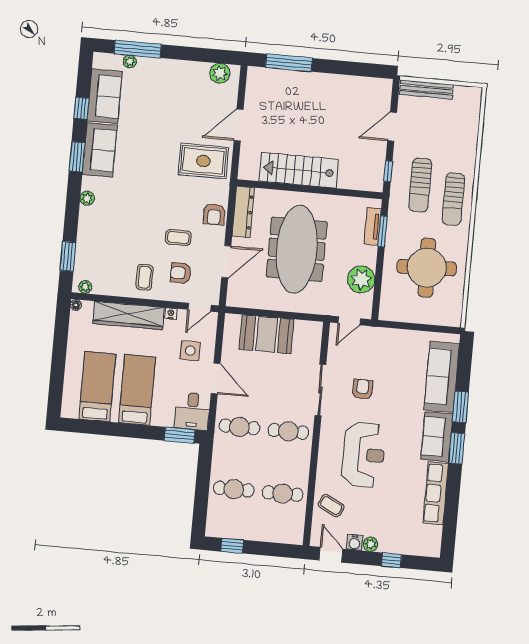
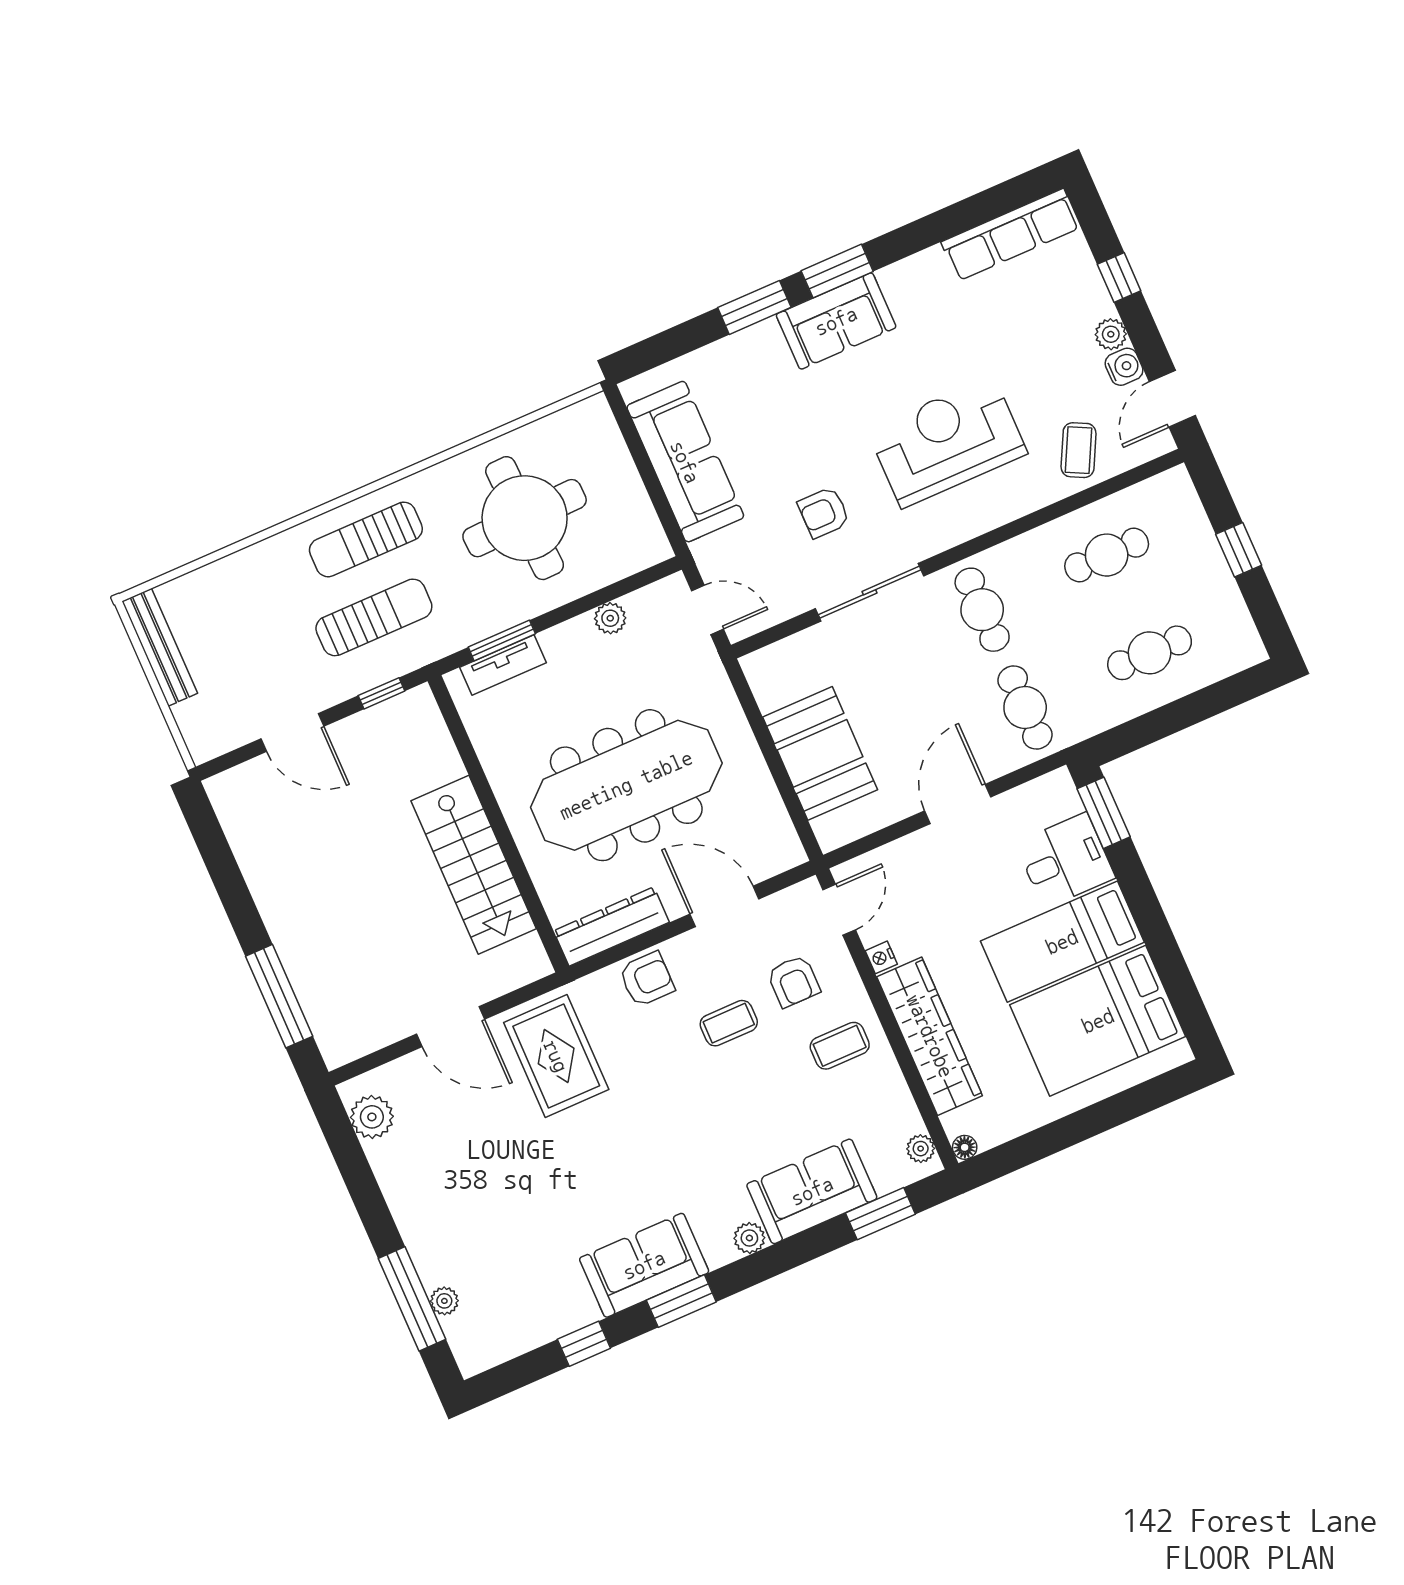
bench: (426, 90) -> (160, 647), moved
sofa: (105, 96) -> (812, 1191), moved
sun lounger: (453, 199) -> (366, 539), turned 180
coffee table: (178, 238) -> (729, 1023), turned 90
plant: (361, 279) -> (610, 618), width x0.53, depth x0.53
door: (199, 307) -> (839, 910), hinge flipped
side table: (190, 351) -> (931, 881), removed
sofa: (442, 377) -> (685, 462), moved, turned -90
bed: (97, 387) -> (1098, 1021), width x1.50
desk: (192, 411) -> (1065, 860), moved
cafe table: (234, 489) -> (1150, 653), turned 90
row of seats: (436, 493) -> (1011, 235), moved
cafe table: (283, 494) -> (1107, 555), turned 90
window: (232, 546) -> (1239, 550), moved

